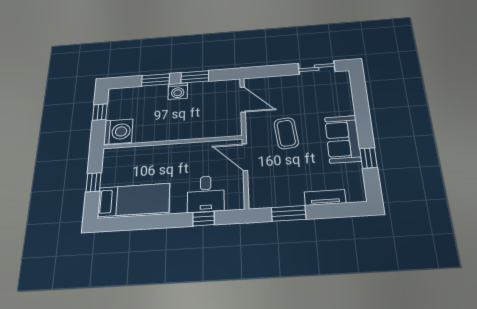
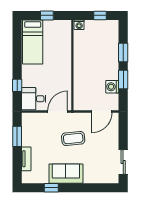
washing machine: (178, 91) -> (112, 87), moved
washing machine: (118, 132) -> (79, 25), width x0.53, depth x0.53
desk: (206, 194) -> (34, 99), moved

